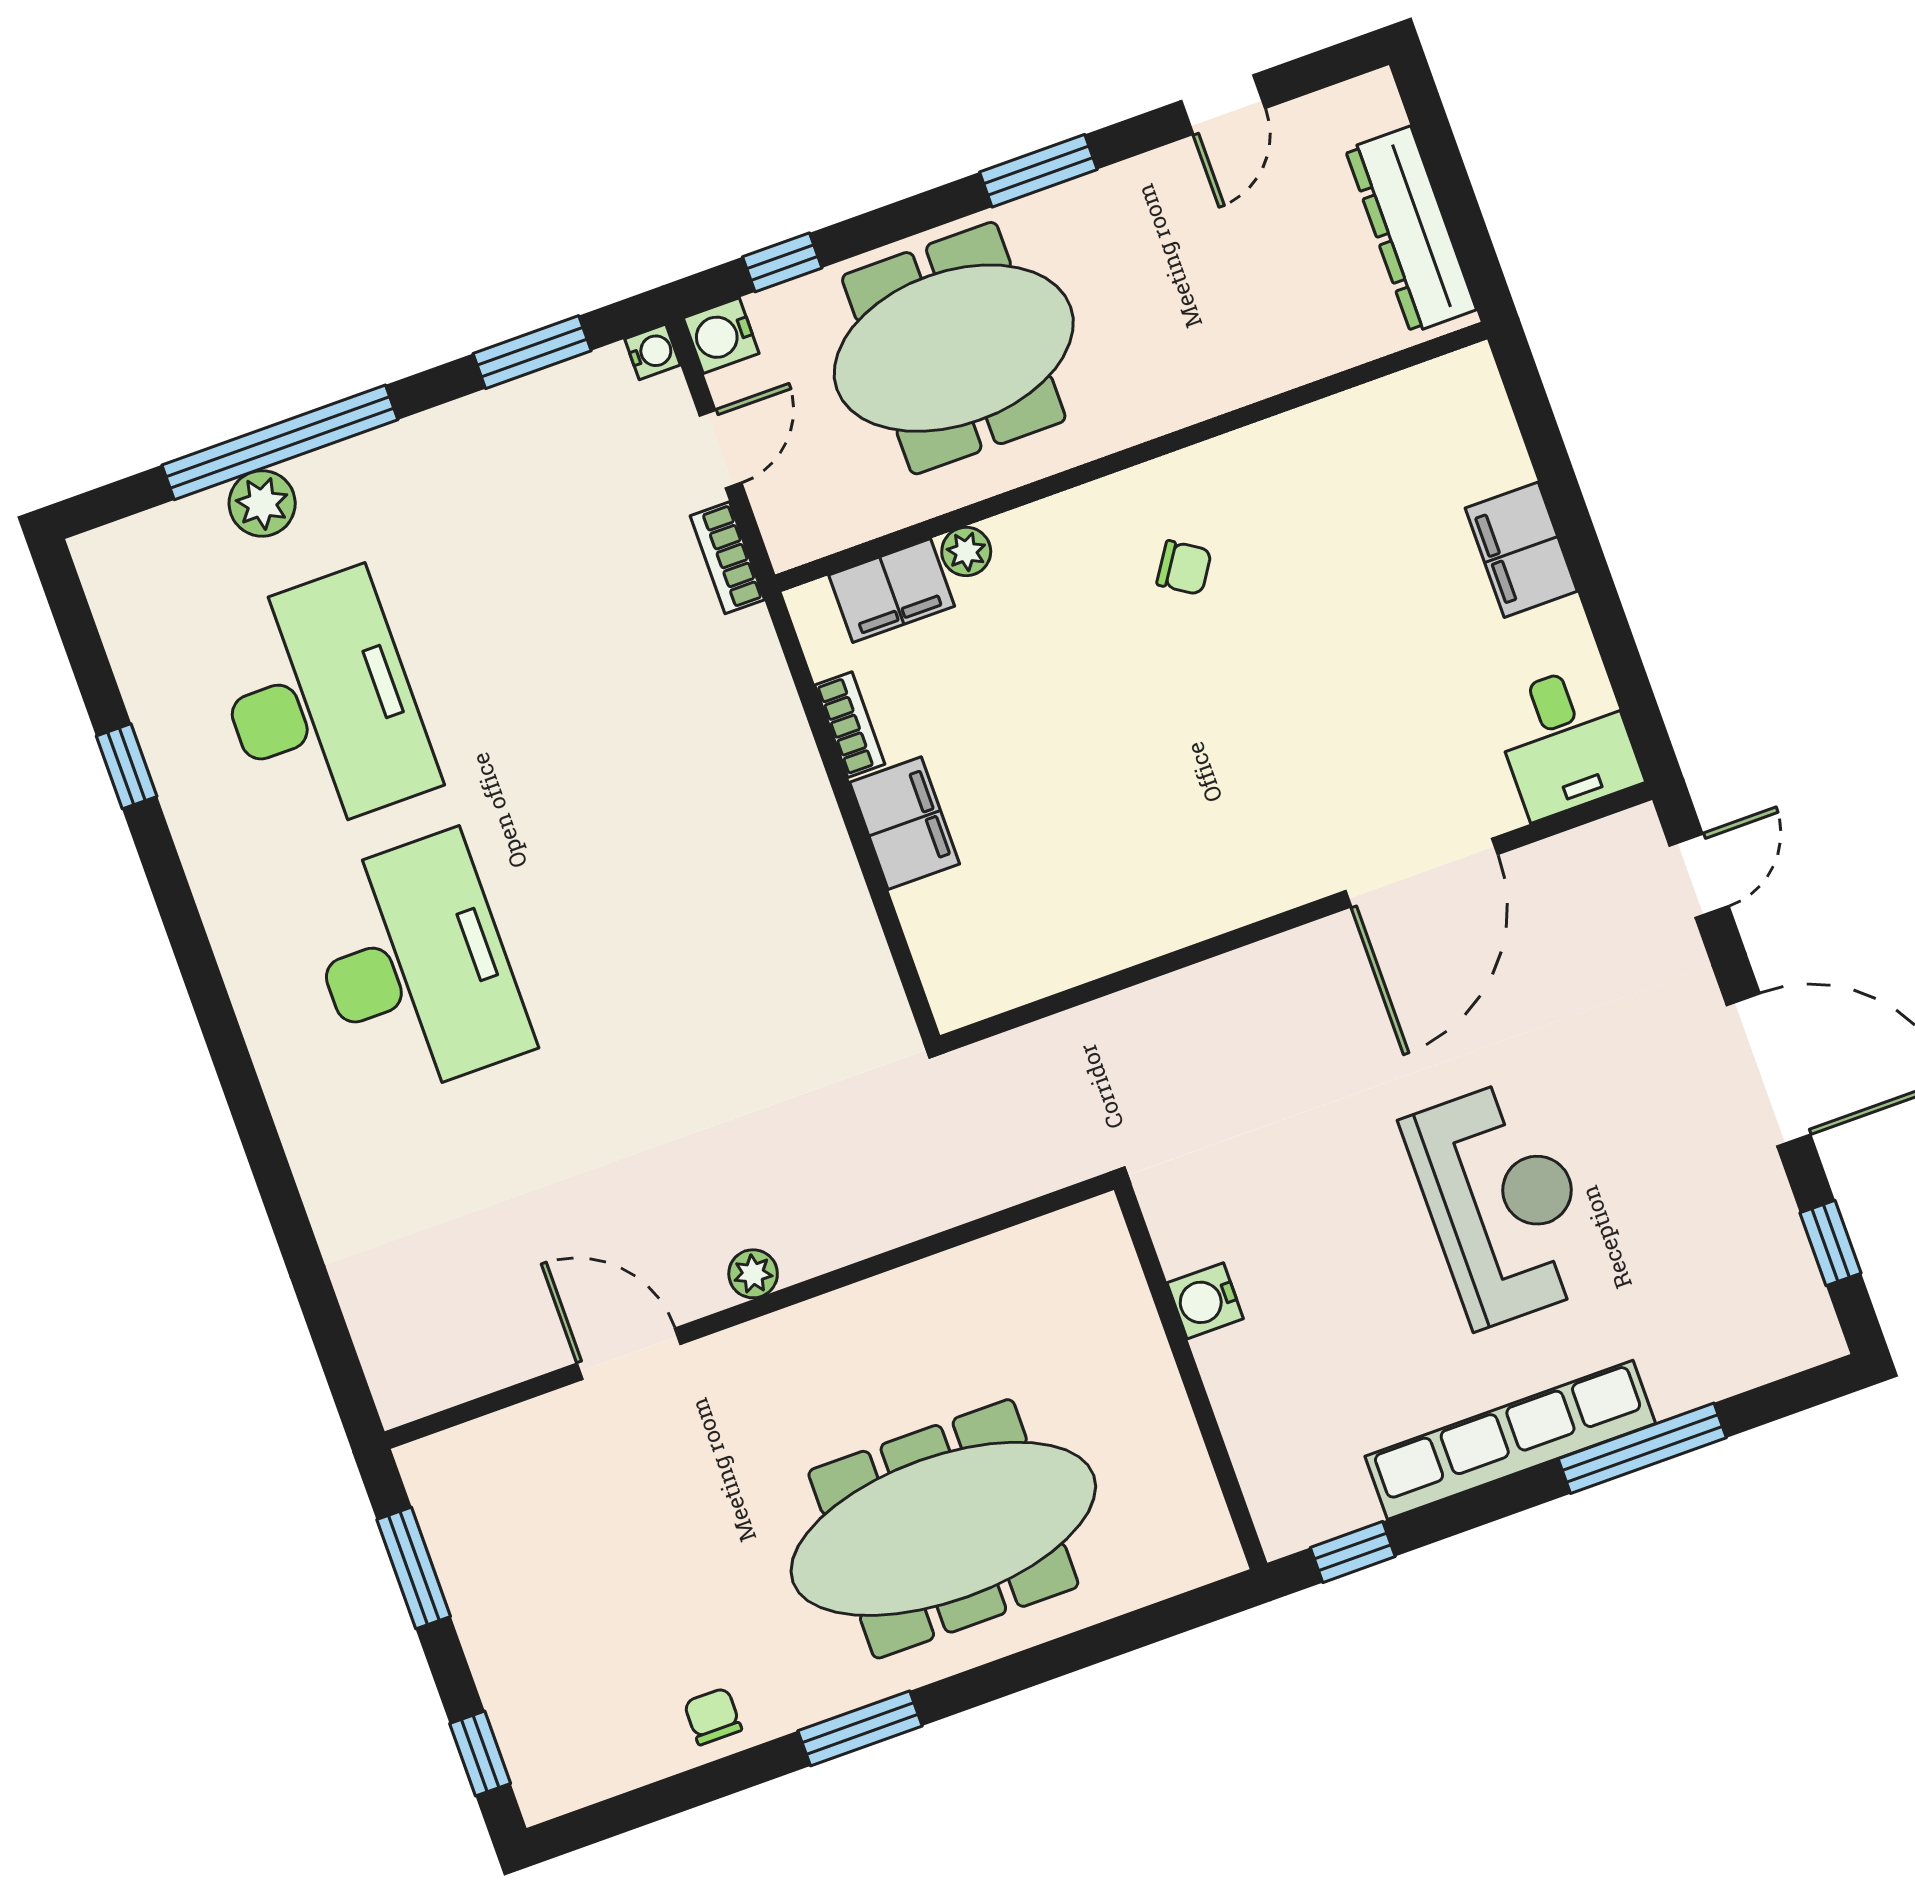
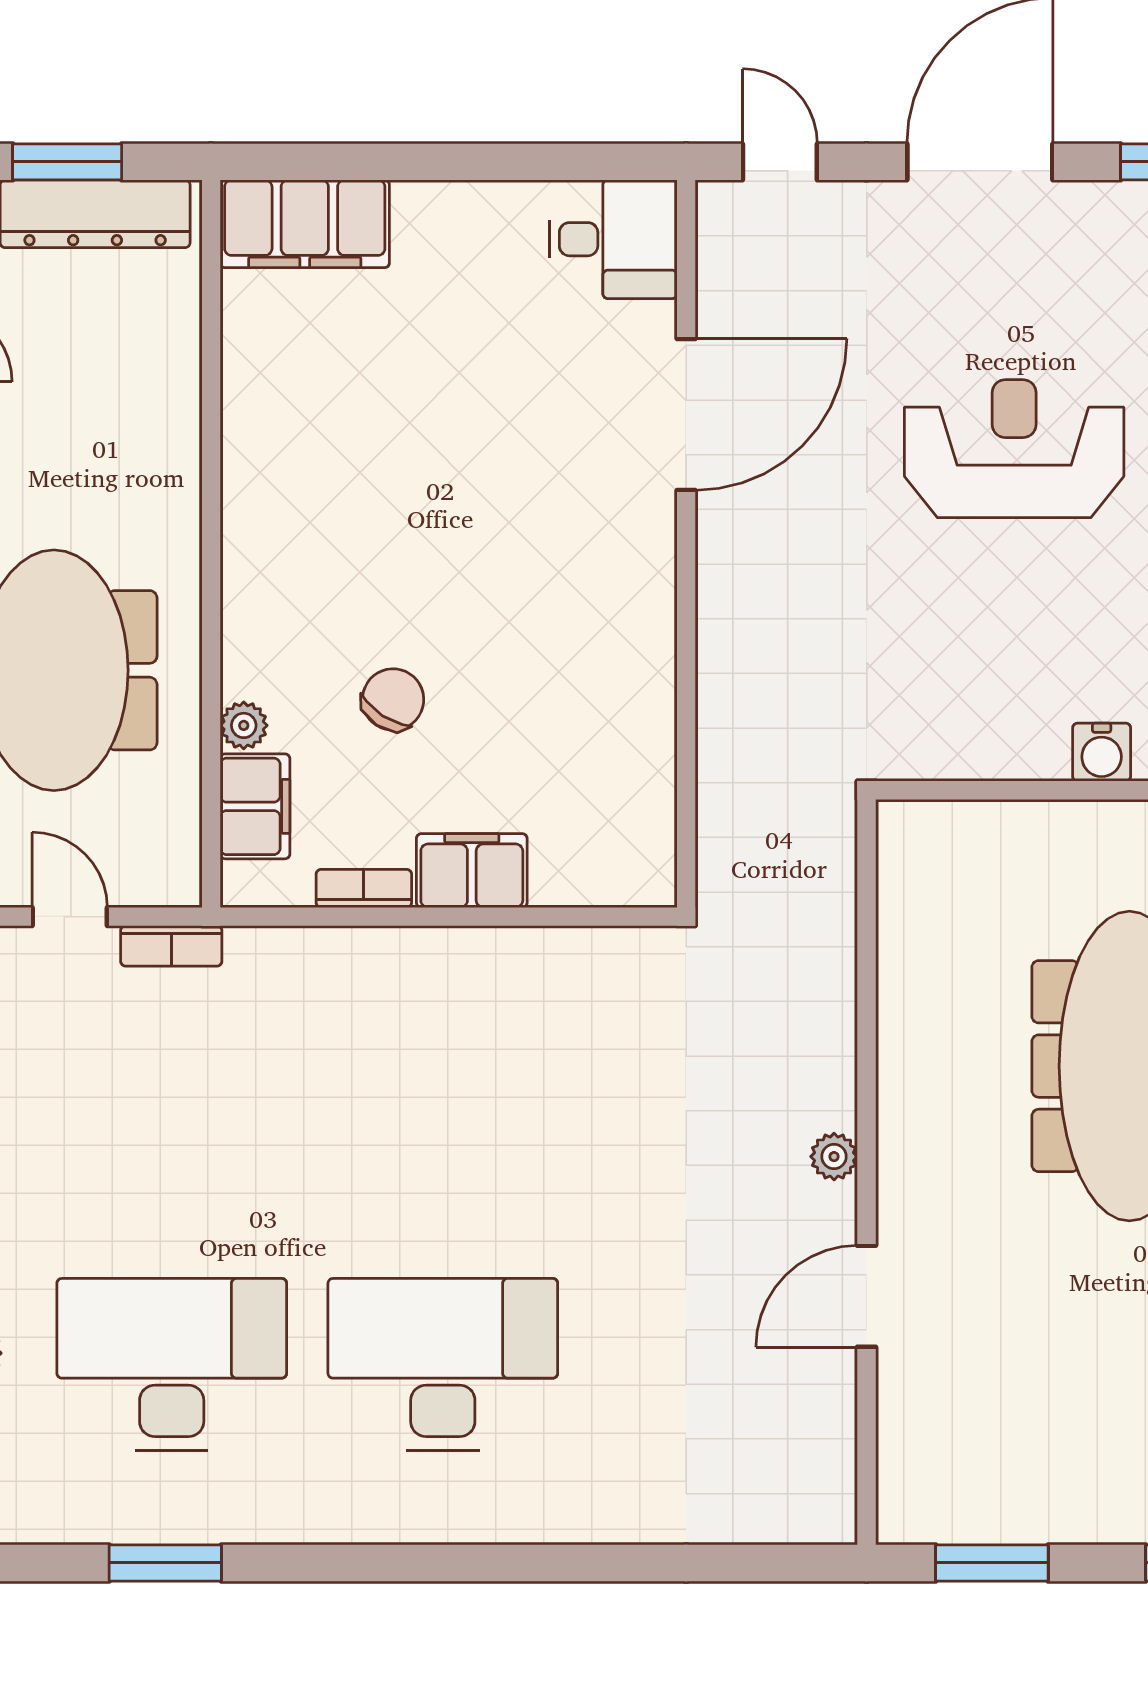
window: (1452, 185) -> (67, 162), added
filing cabinet: (1521, 550) -> (305, 224), moved, width x1.50, depth x1.17
chair: (1184, 568) -> (393, 699), moved, width x1.37, depth x1.37
window: (127, 766) -> (165, 1563), width x1.50
door: (1421, 873) -> (686, 414), hinge flipped
water cooler: (1205, 1301) -> (1102, 752), moved

